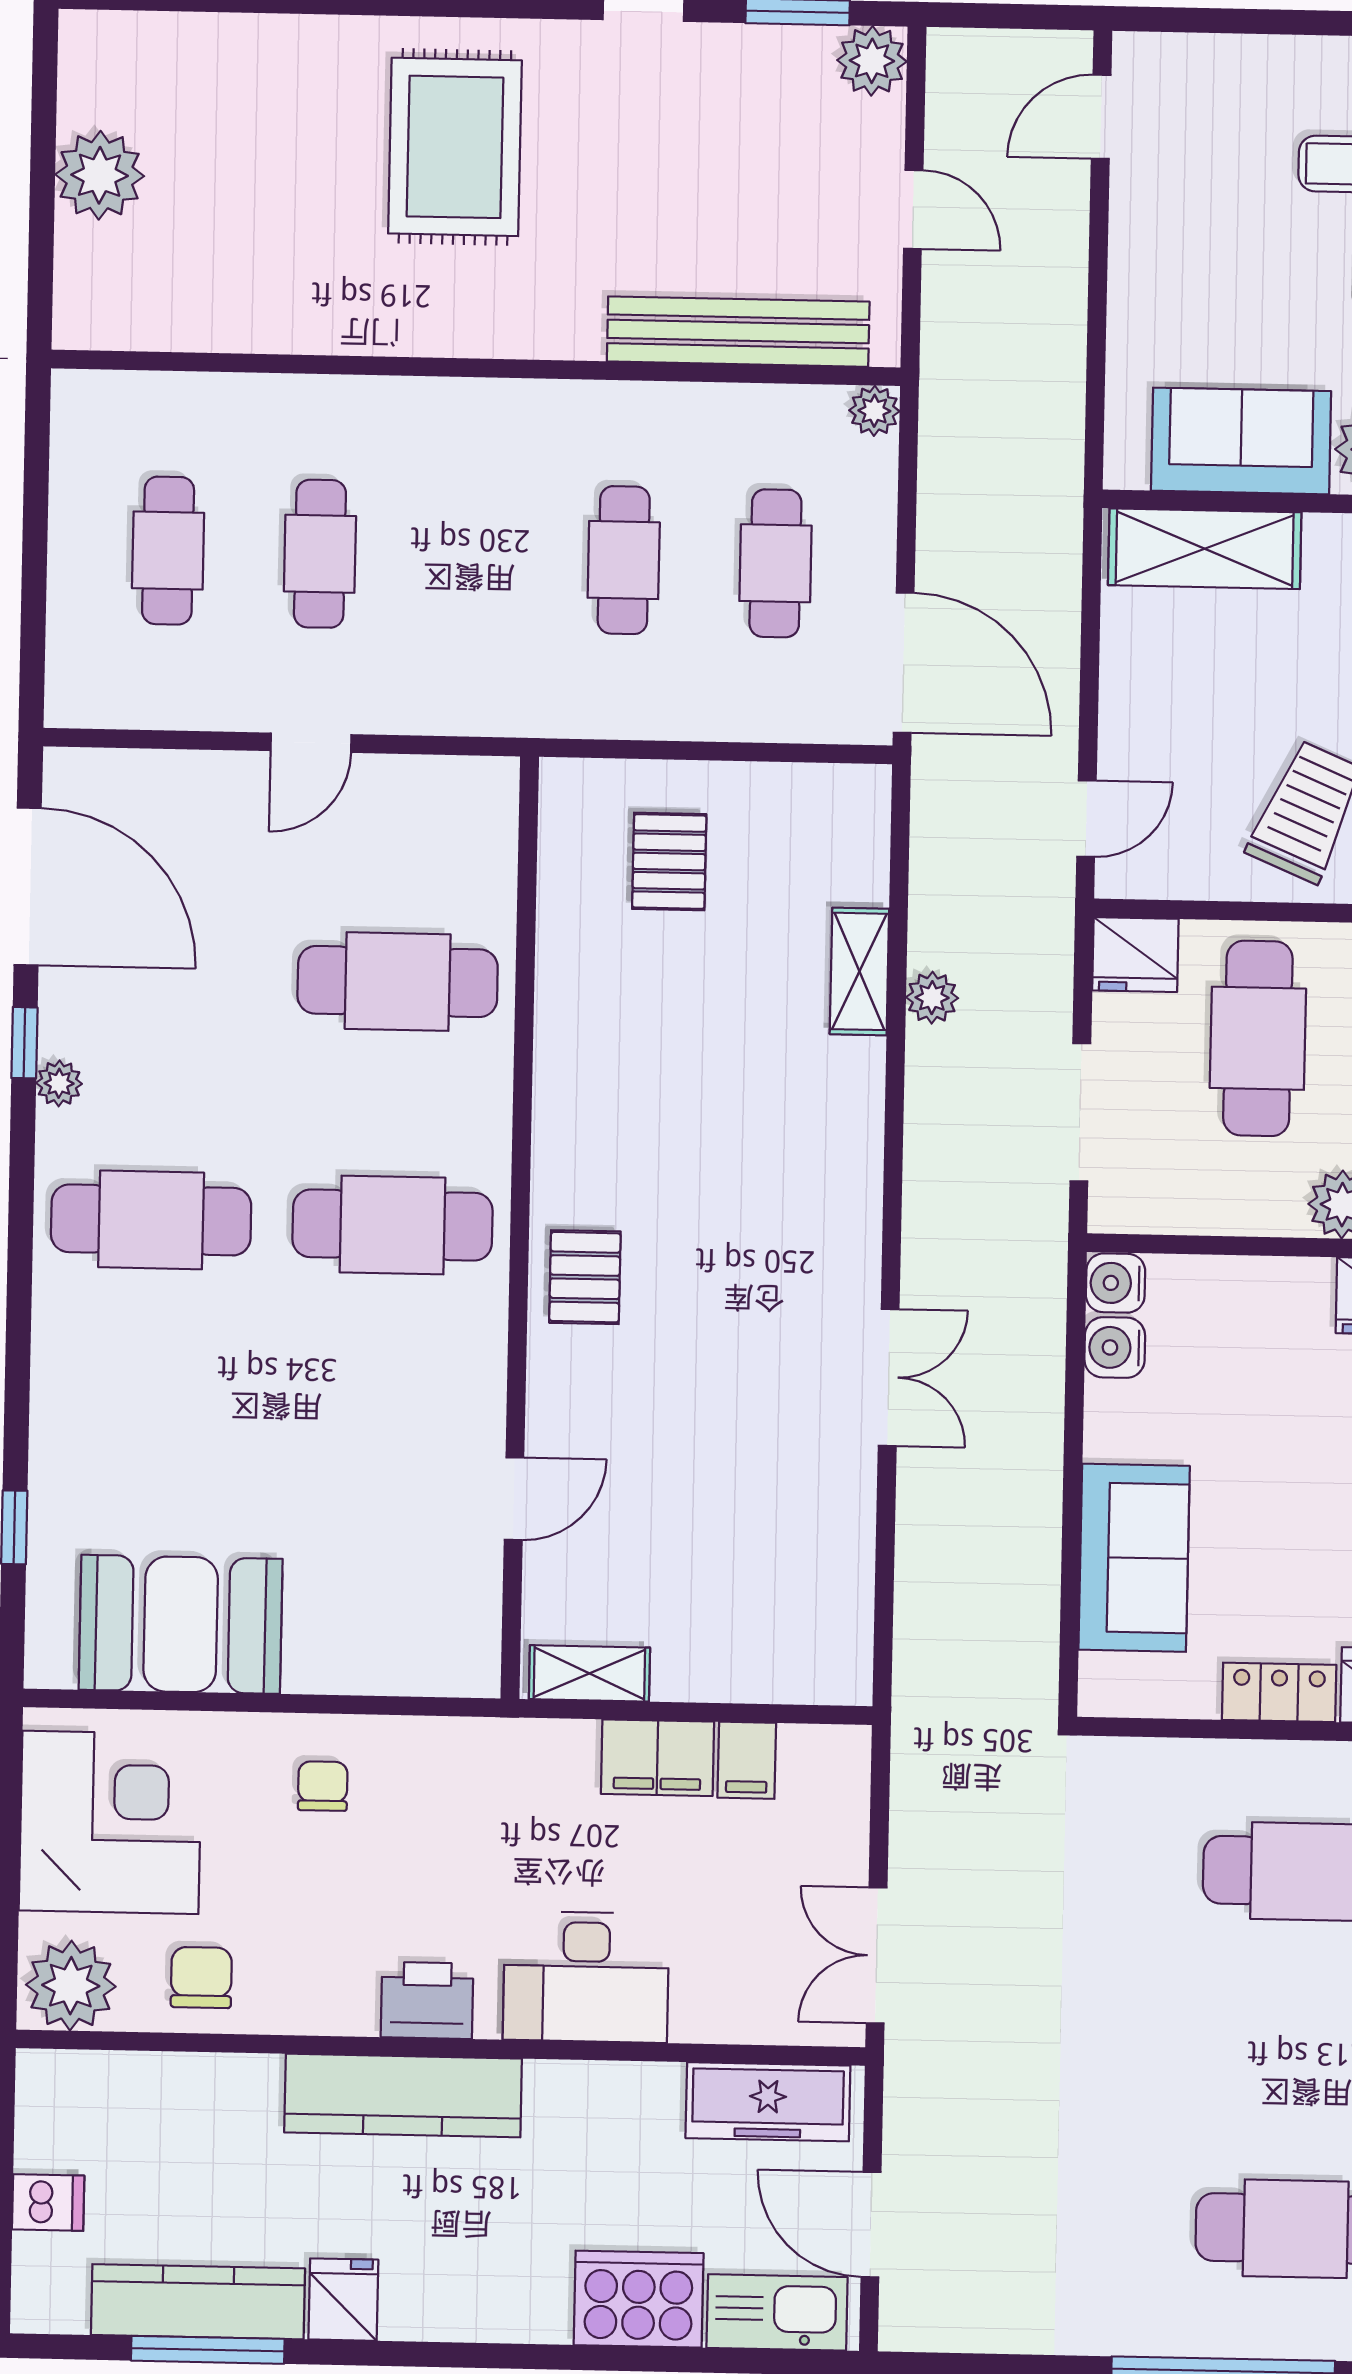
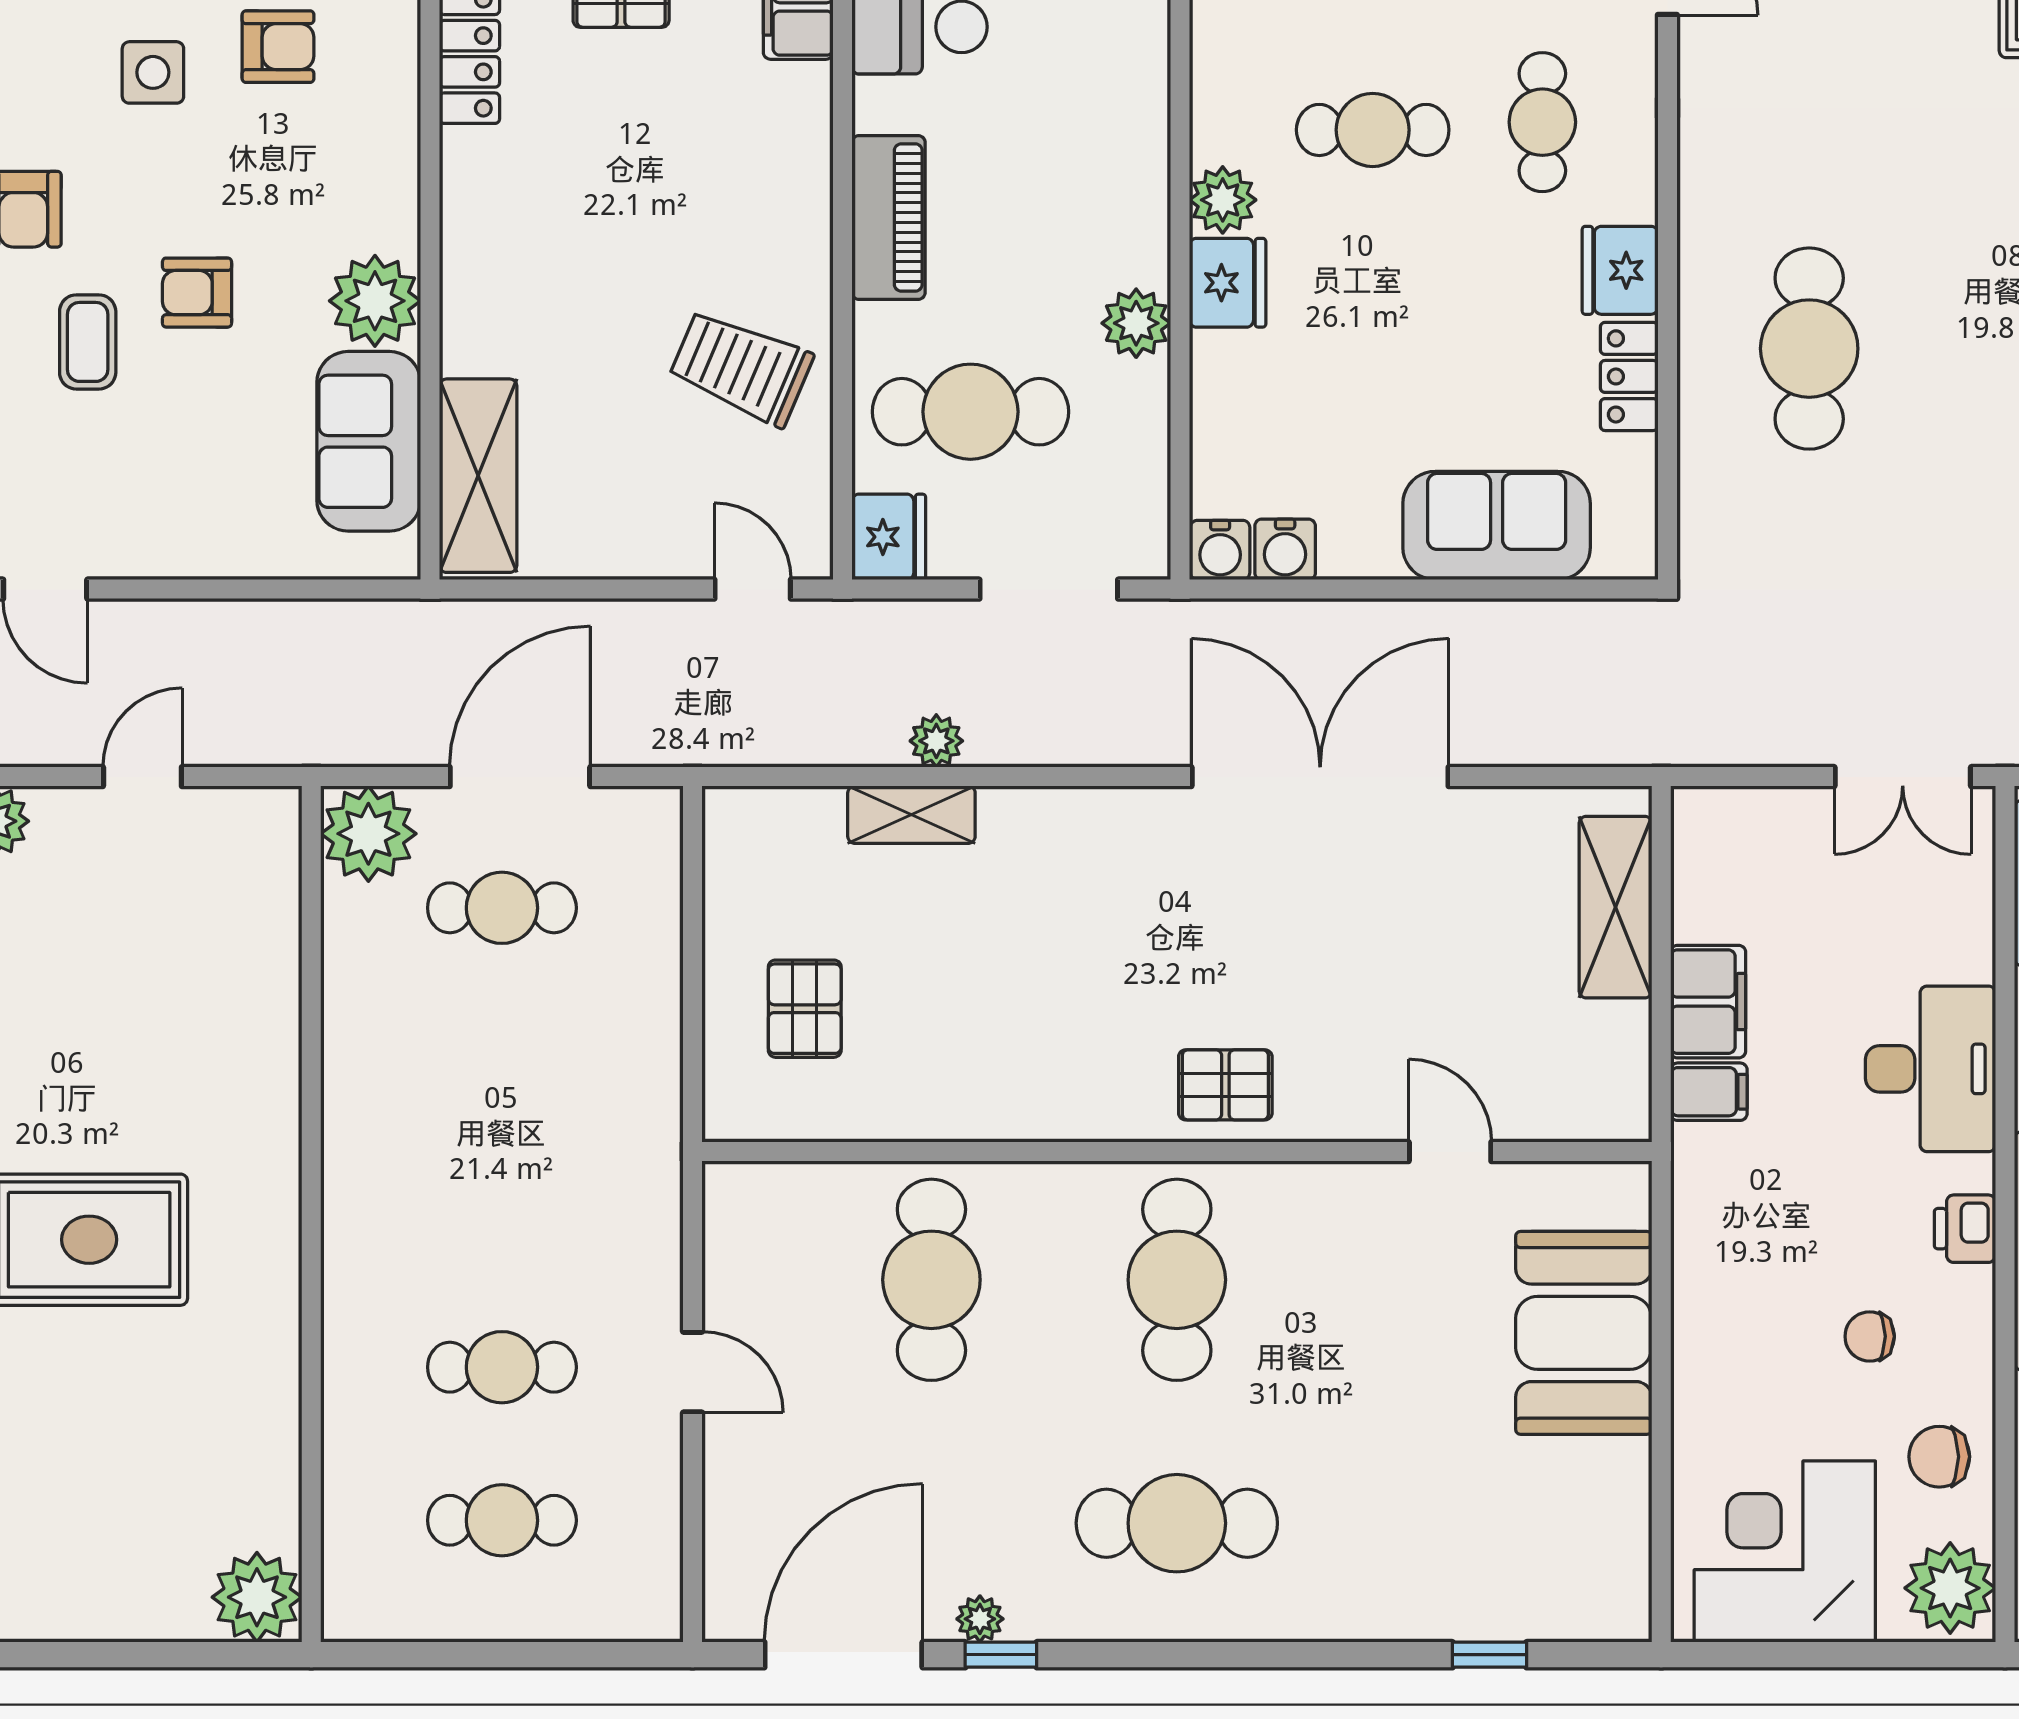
plant: (100, 175) -> (257, 1597), moved
bench: (738, 332) -> (269, 950), removed
plant: (874, 411) -> (368, 834), width x1.88, depth x1.88
cafe table: (624, 560) -> (502, 1061), removed
door: (904, 663) -> (520, 777), moved
pallet: (669, 862) -> (805, 1009), turned 90
plant: (59, 1083) -> (980, 1619), moved
cafe table: (151, 1220) -> (1177, 1523), turned 90
double door: (889, 1378) -> (1320, 777), width x1.87
booth: (181, 1624) -> (1584, 1333), moved
shelving: (589, 1673) -> (1615, 907), moved, width x1.50, depth x1.33
filing cabinet: (747, 1760) -> (1709, 1092), moved
chair: (323, 1786) -> (1870, 1336), moved
printer: (427, 2000) -> (1965, 1229), width x0.73, depth x0.81

